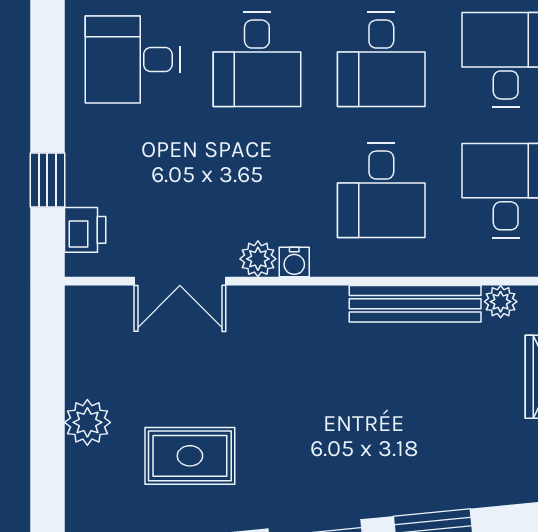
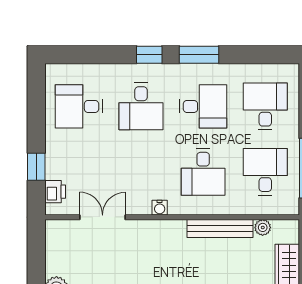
desk: (381, 59) -> (203, 106), turned -90
plant: (258, 259) -> (141, 206), removed
double door: (180, 281) -> (103, 217), swing flipped

